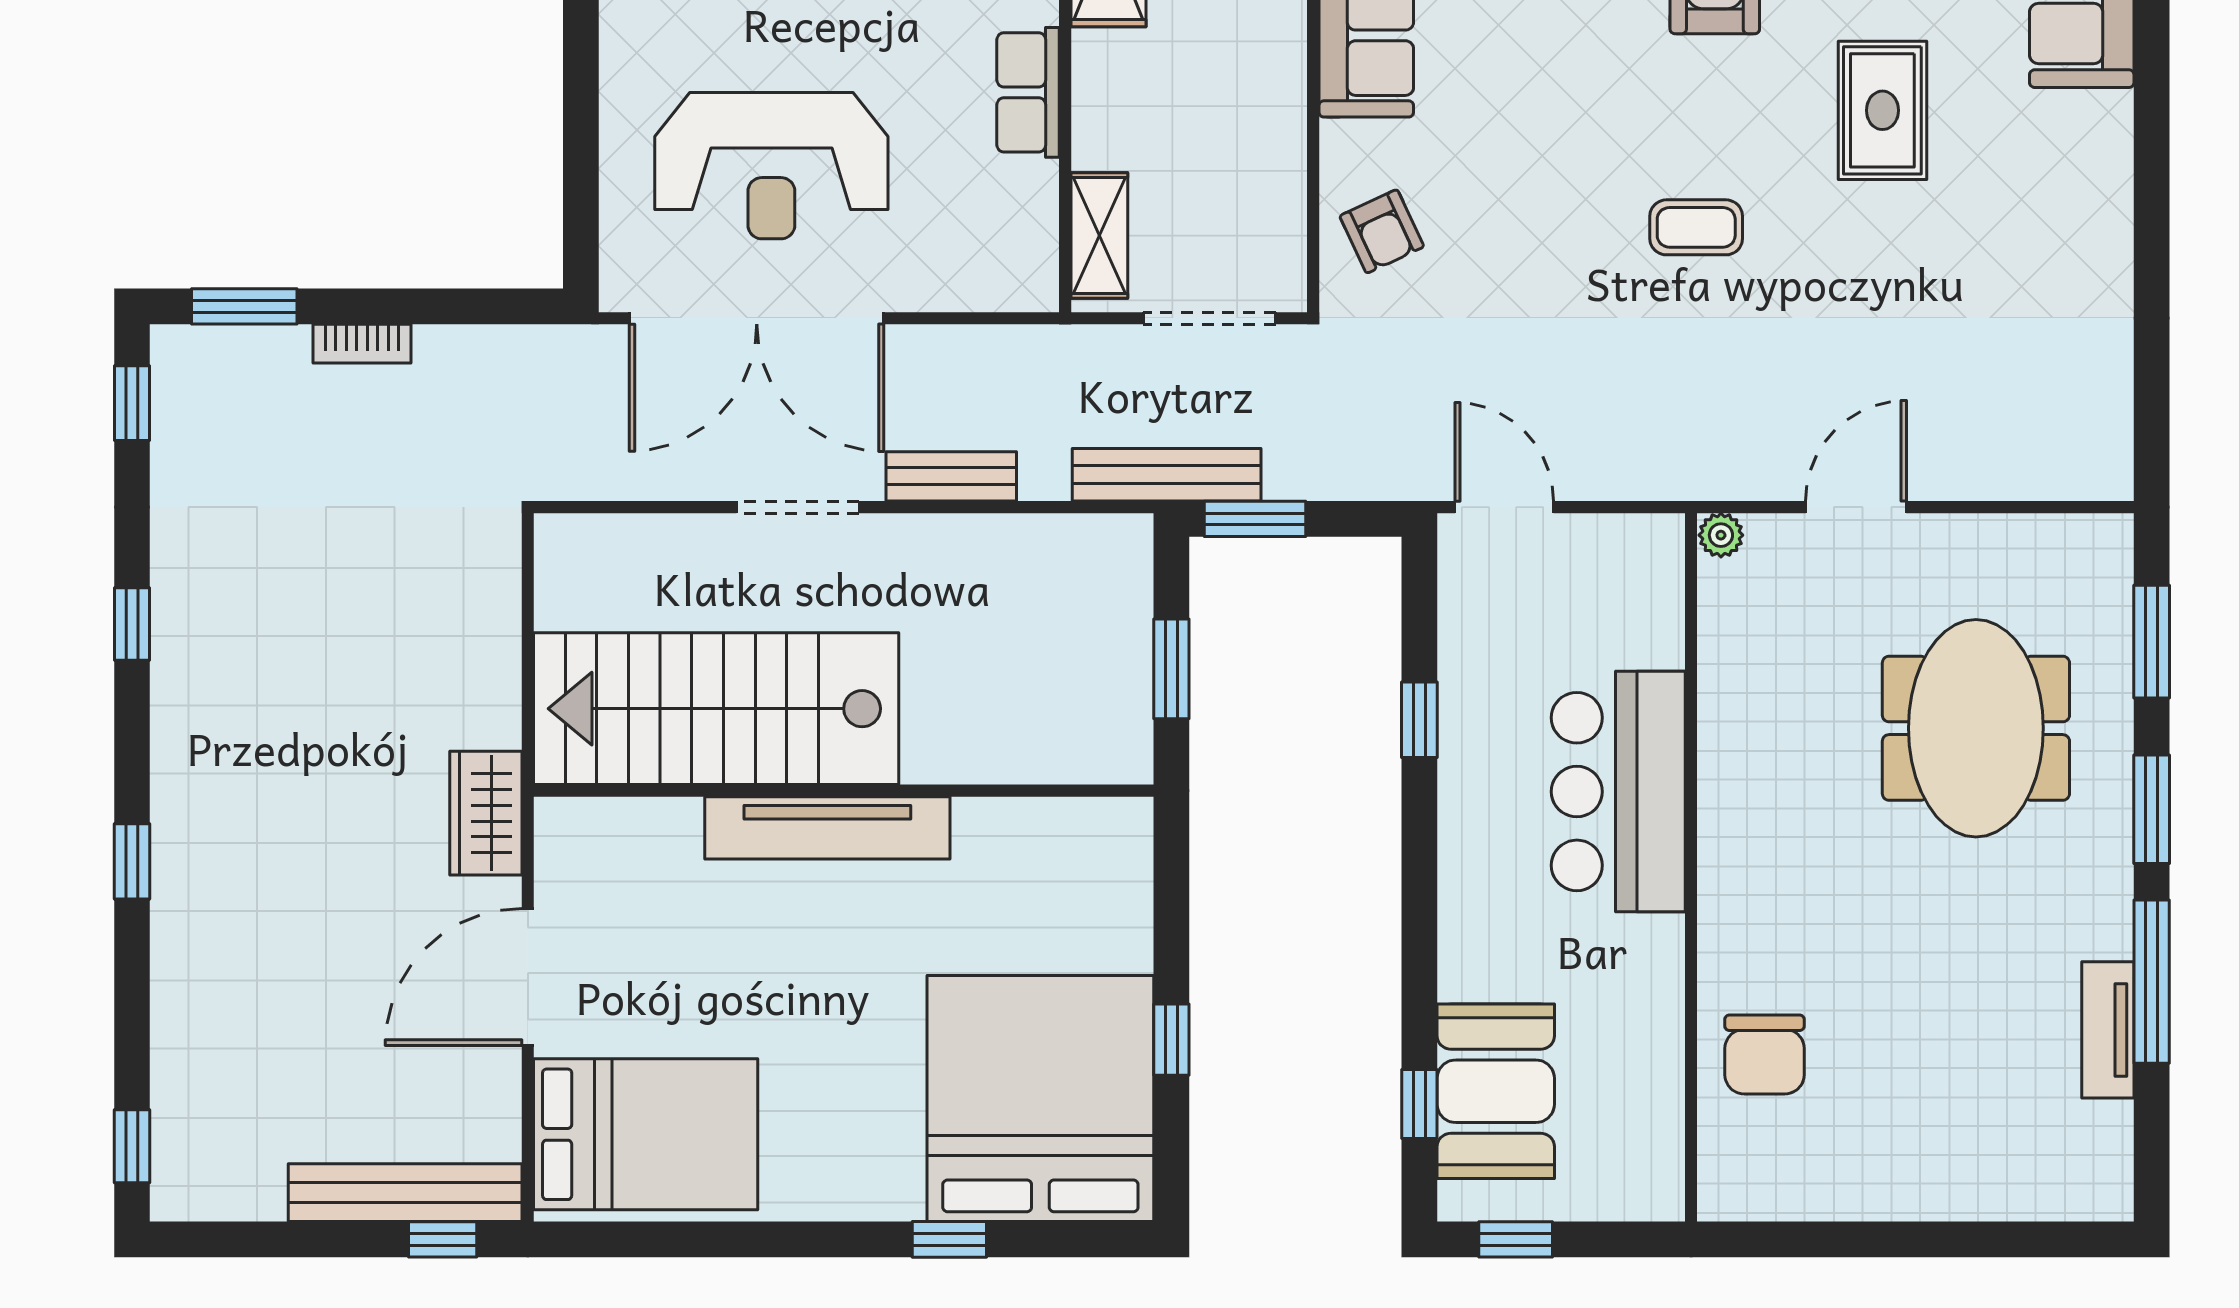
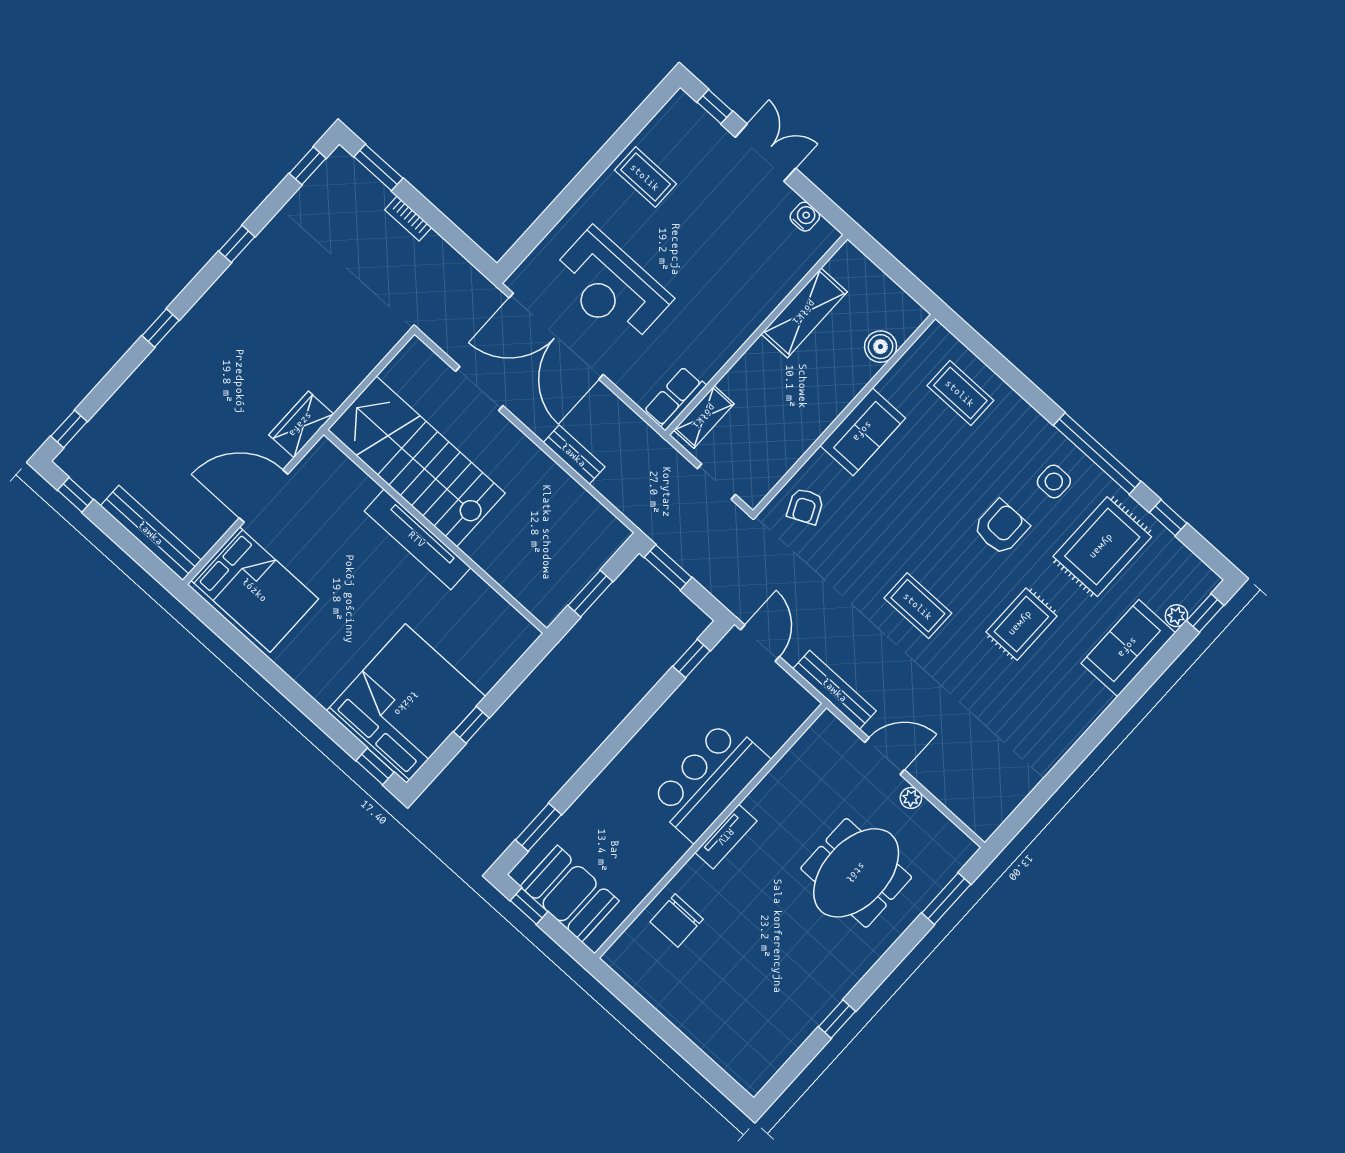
row of seats: (1028, 92) -> (675, 398), moved
coffee table: (1696, 227) -> (918, 606), width x1.36, depth x1.30
doorway: (1209, 318) -> (716, 482), width x0.73
bench: (1167, 475) -> (835, 690), moved
doorway: (798, 507) -> (479, 388), moved
plant: (1721, 535) -> (911, 798), moved
window: (1419, 720) -> (691, 659), moved
window: (2152, 809) -> (892, 958), removed
window: (2152, 982) -> (837, 1019), width x0.46
tv unit: (2108, 1030) -> (726, 837), moved, turned 180
booth: (1496, 1091) -> (570, 894), moved, turned 90
window: (1419, 1104) -> (538, 827), width x1.50
window: (443, 1239) -> (75, 495), moved
window: (949, 1239) -> (375, 766), moved

